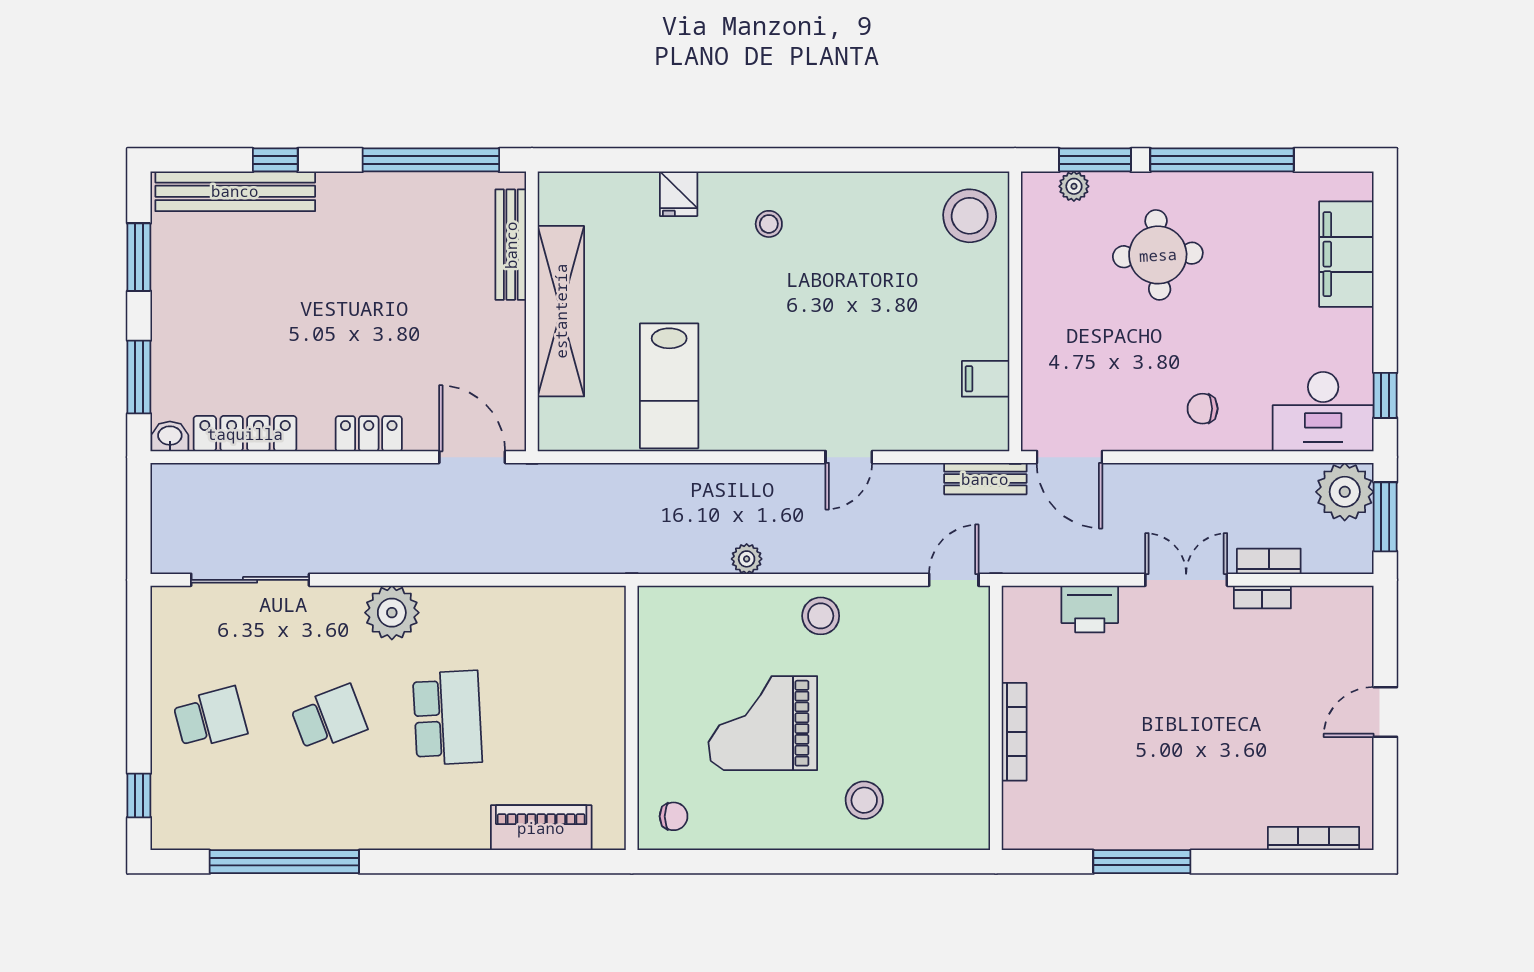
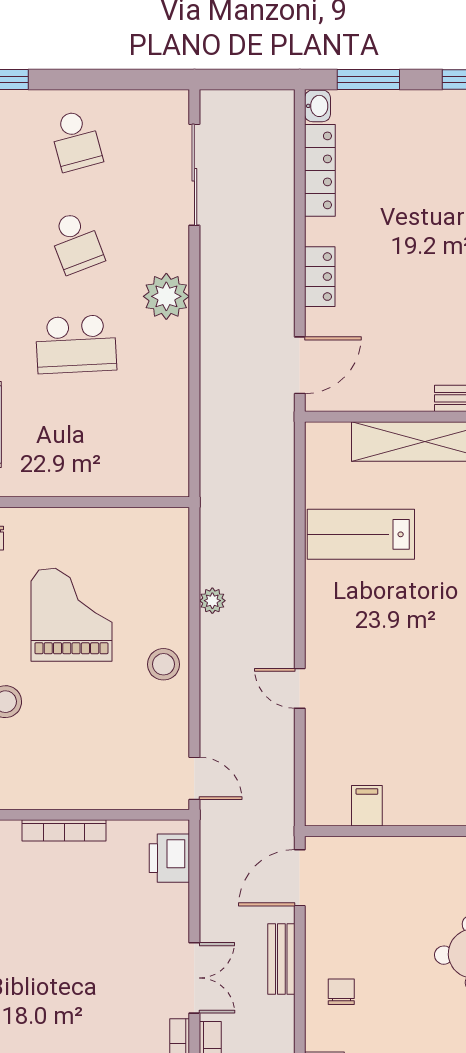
bench: (985, 479) -> (281, 959), moved
printer: (1090, 609) -> (169, 858), moved

